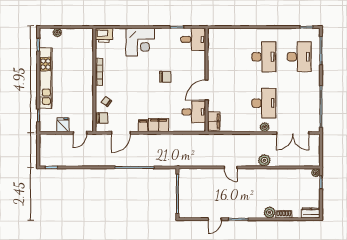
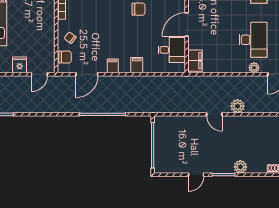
filing cabinet: (159, 125) -> (137, 65), width x0.50
plant: (264, 160) -> (238, 106), moved
plant: (270, 212) -> (240, 167), moved

